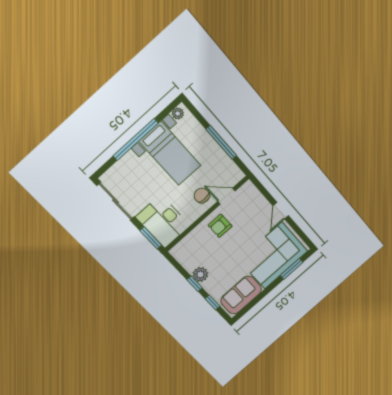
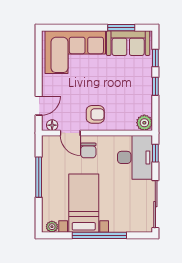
floor lamp: (245, 190) -> (52, 125), added
door: (281, 211) -> (39, 106), moved
window: (151, 238) -> (155, 153), width x0.67
window: (292, 269) -> (121, 28), moved
plant: (200, 274) -> (144, 123), moved

